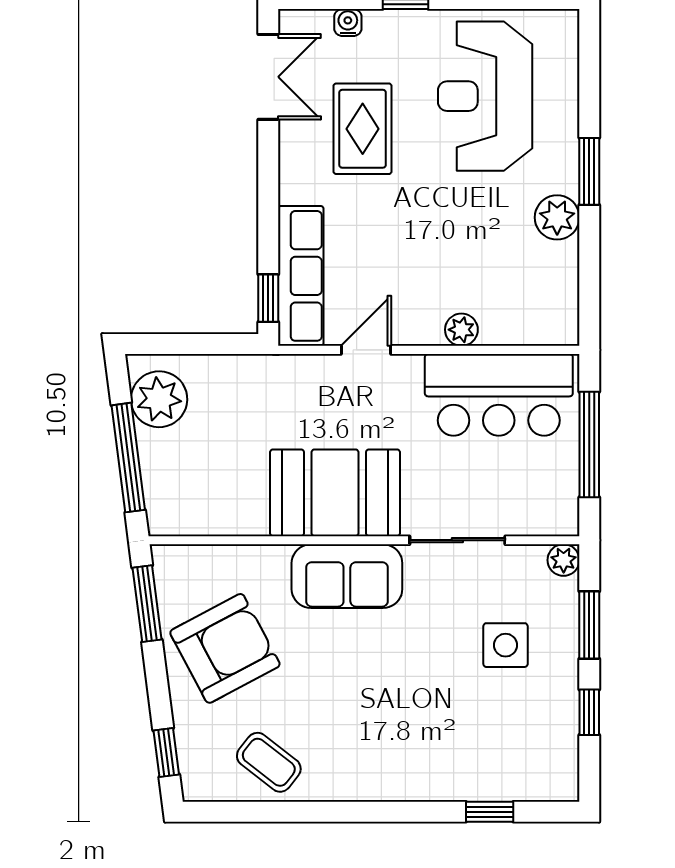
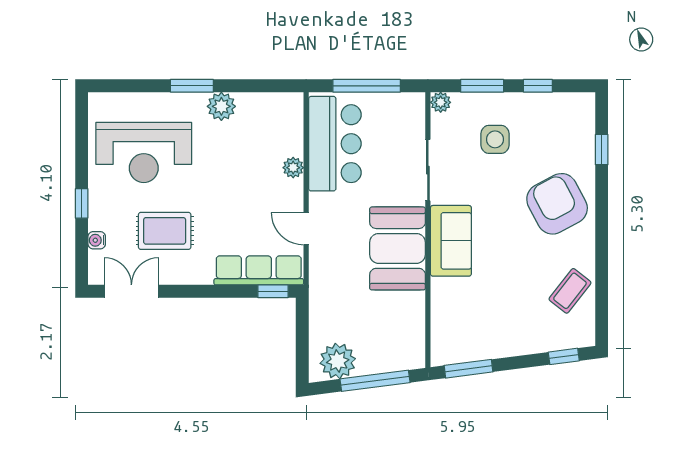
armchair: (225, 648) -> (557, 204), moved

